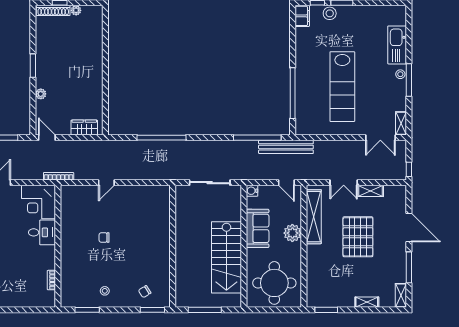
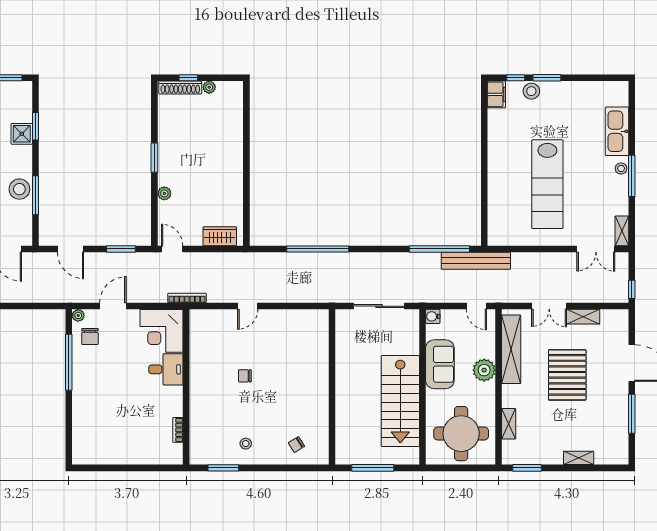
window: (293, 93) -> (484, 192), removed
shelving: (401, 295) -> (509, 424), moved
window: (152, 310) -> (306, 468), removed

